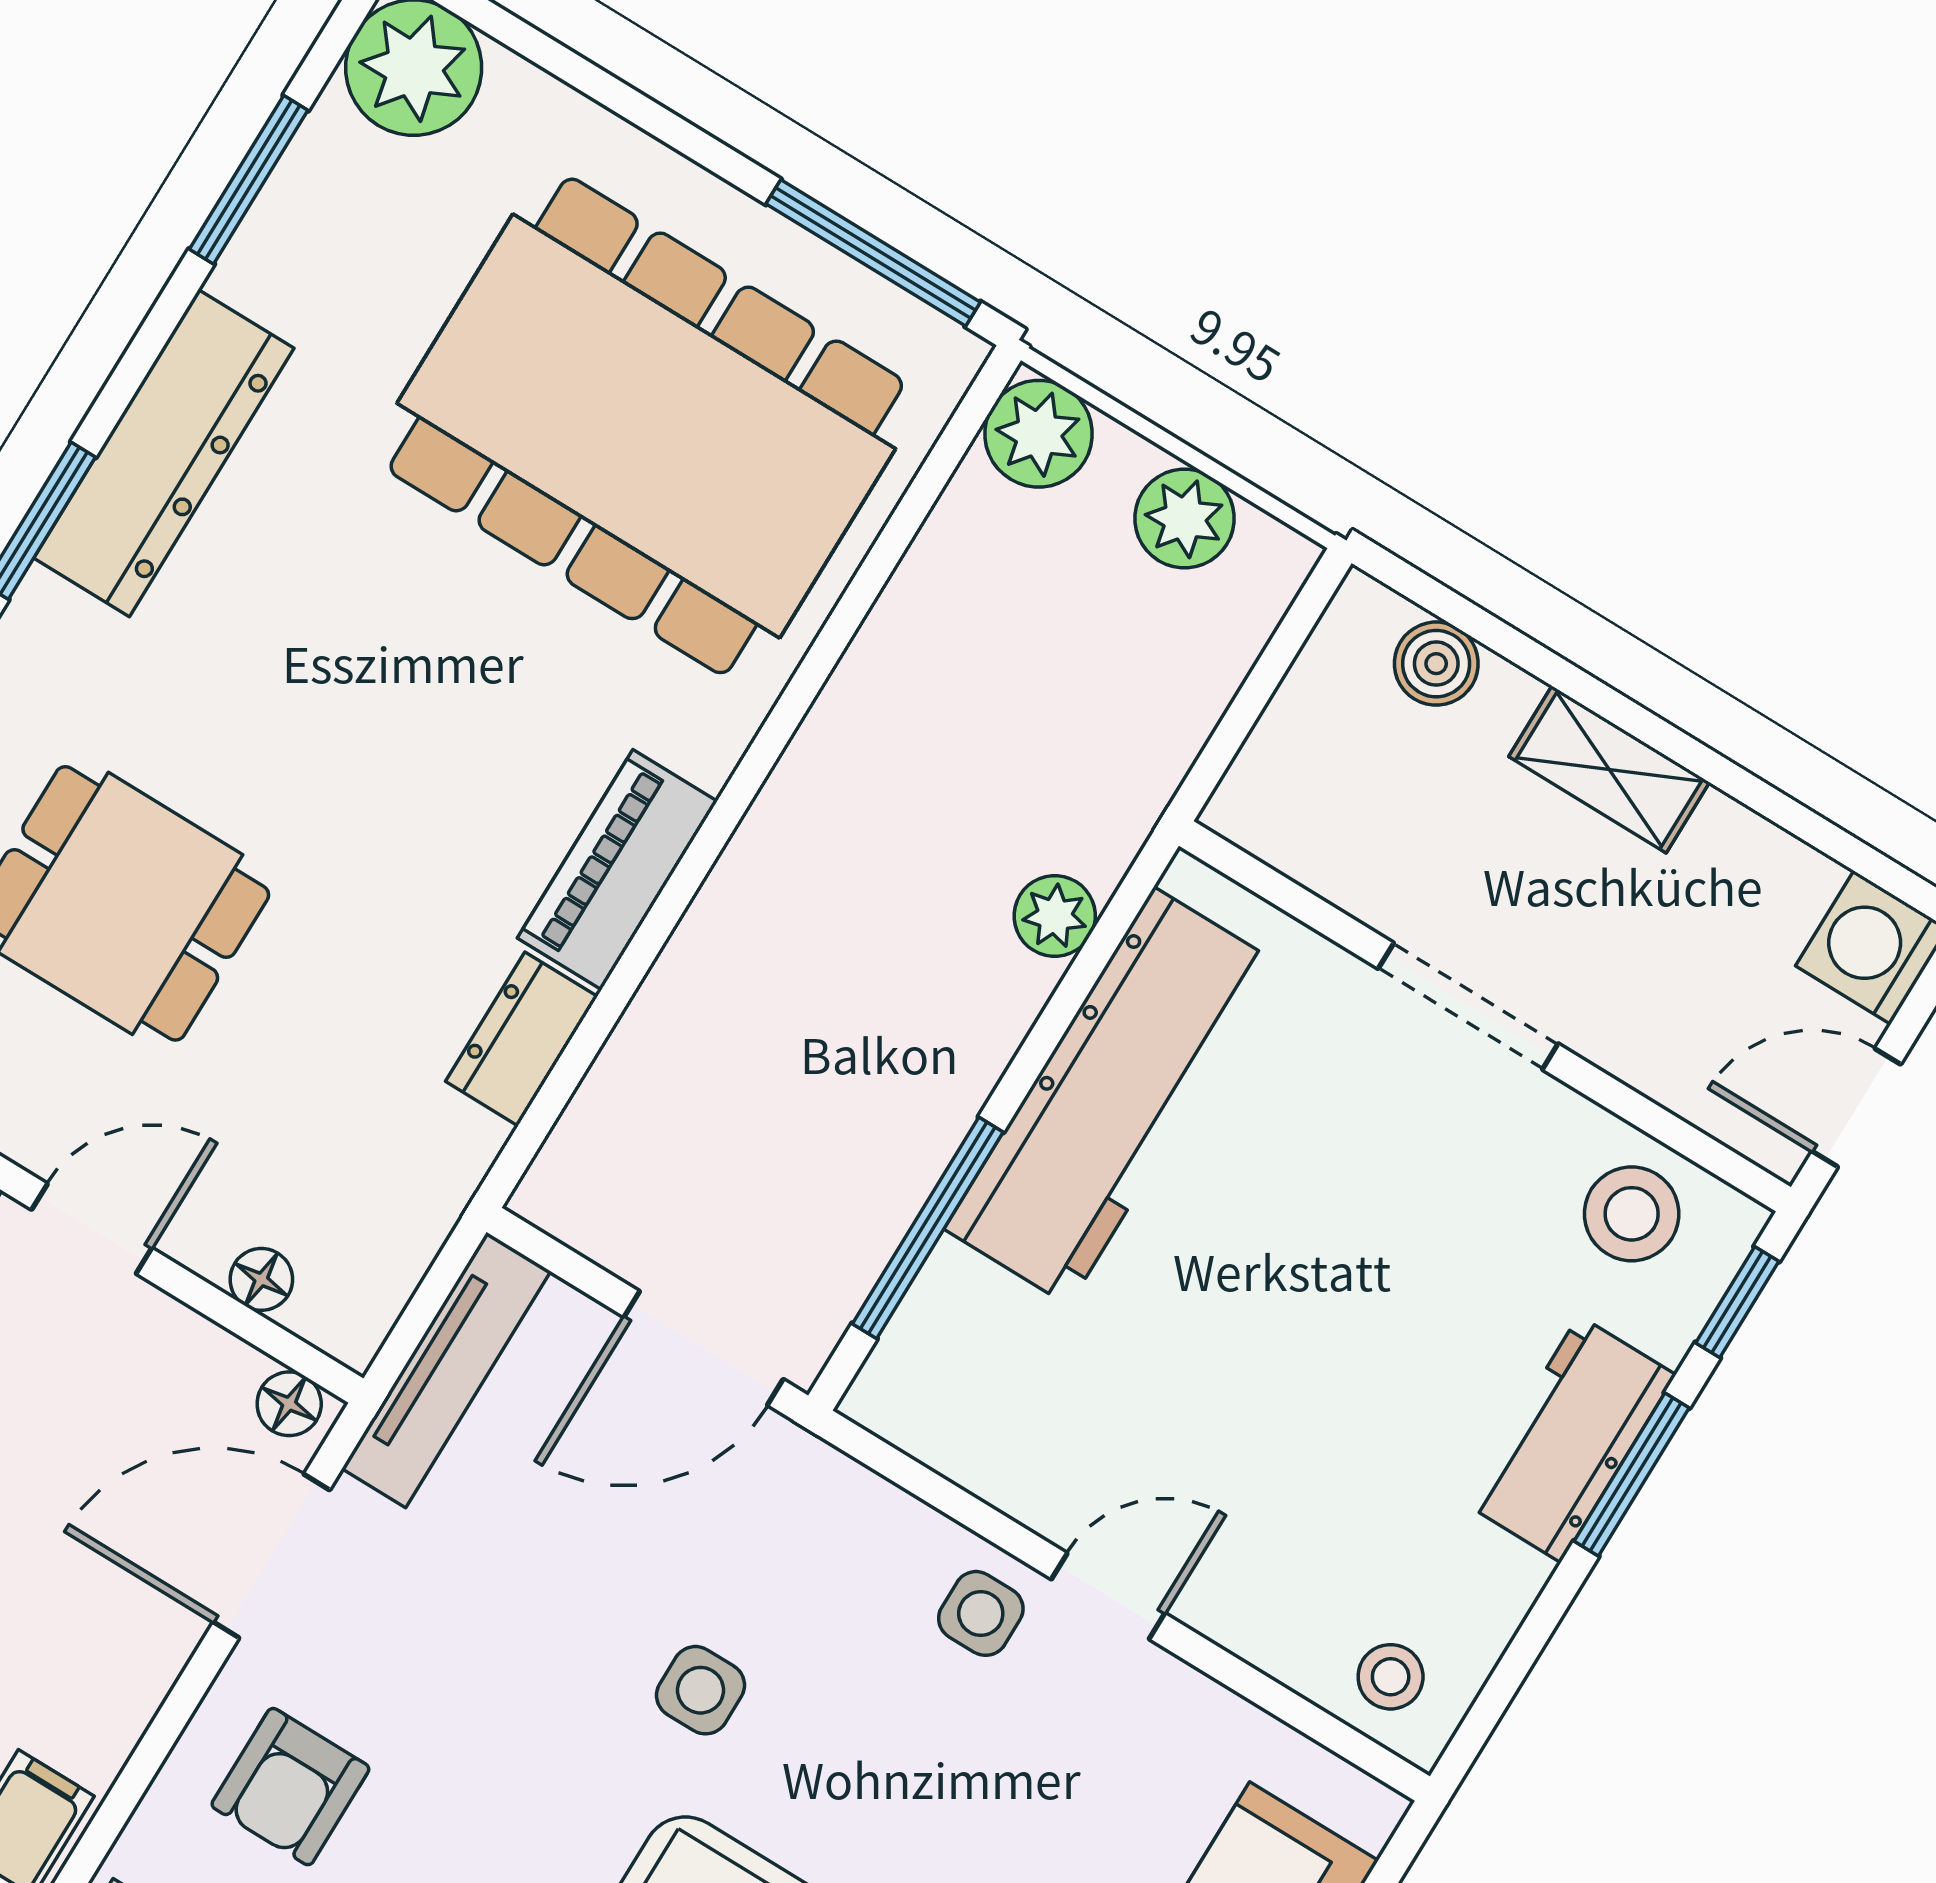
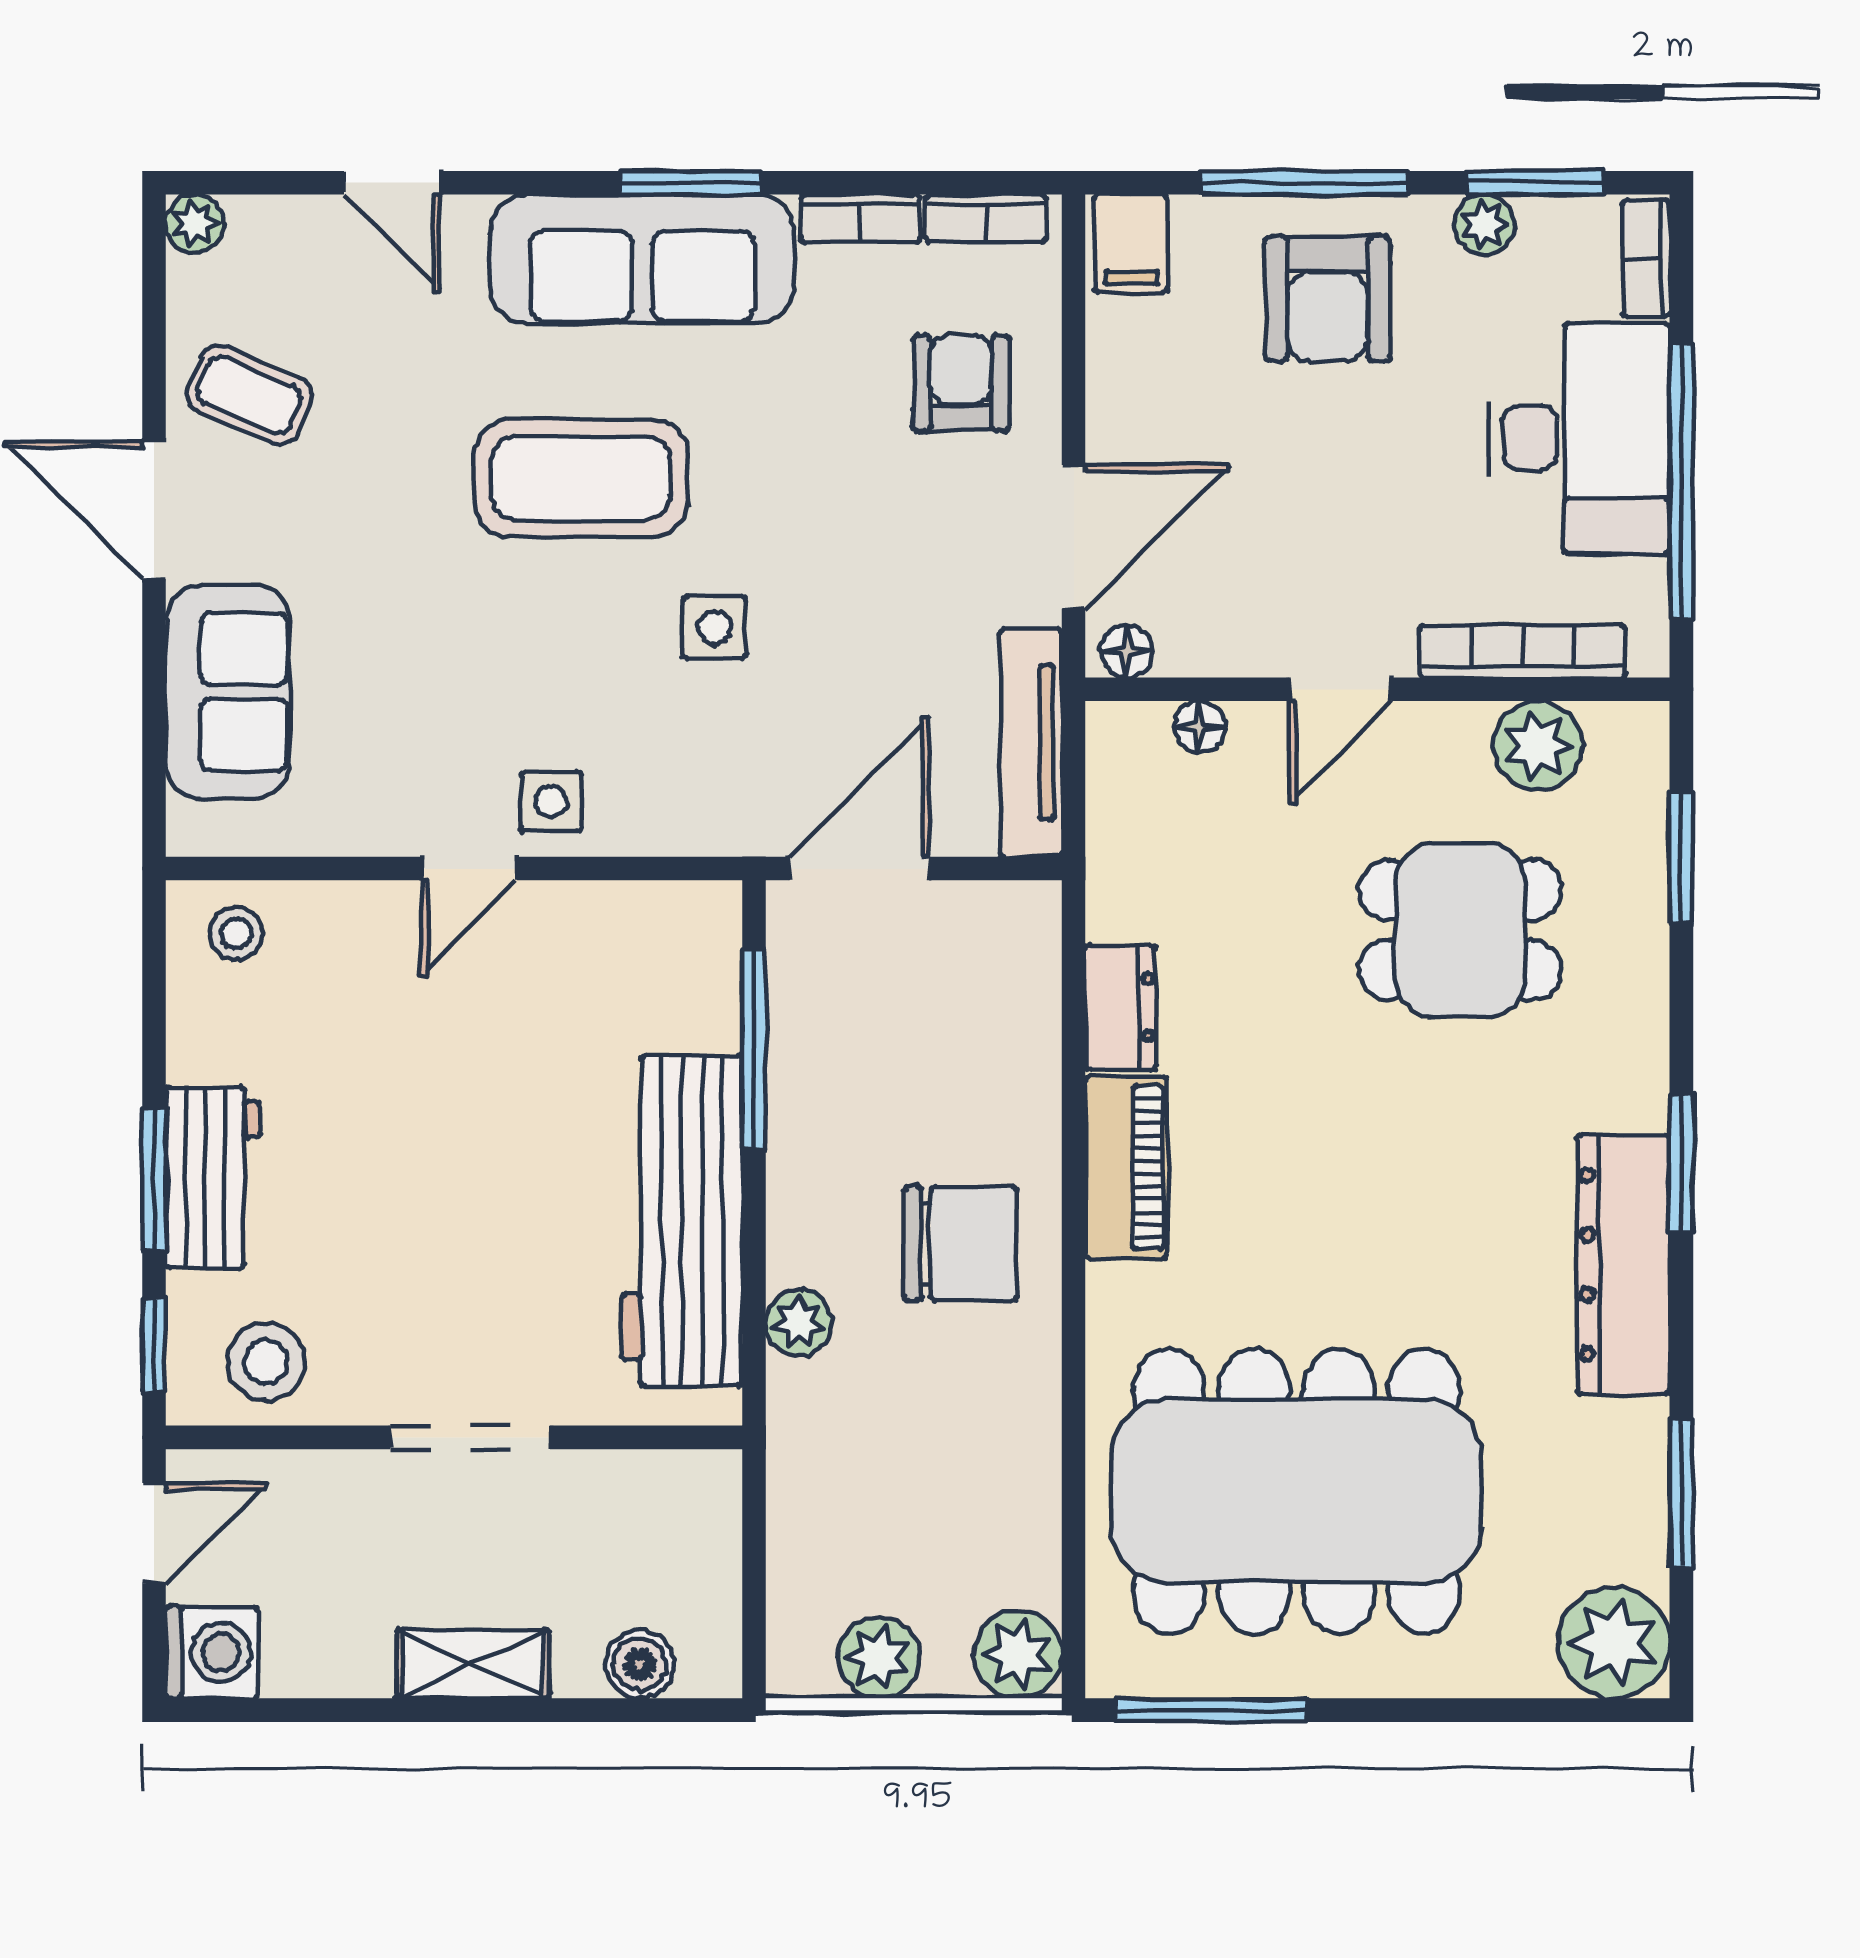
chair: (837, 896) -> (960, 1244), added

